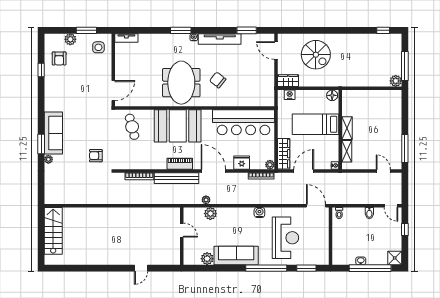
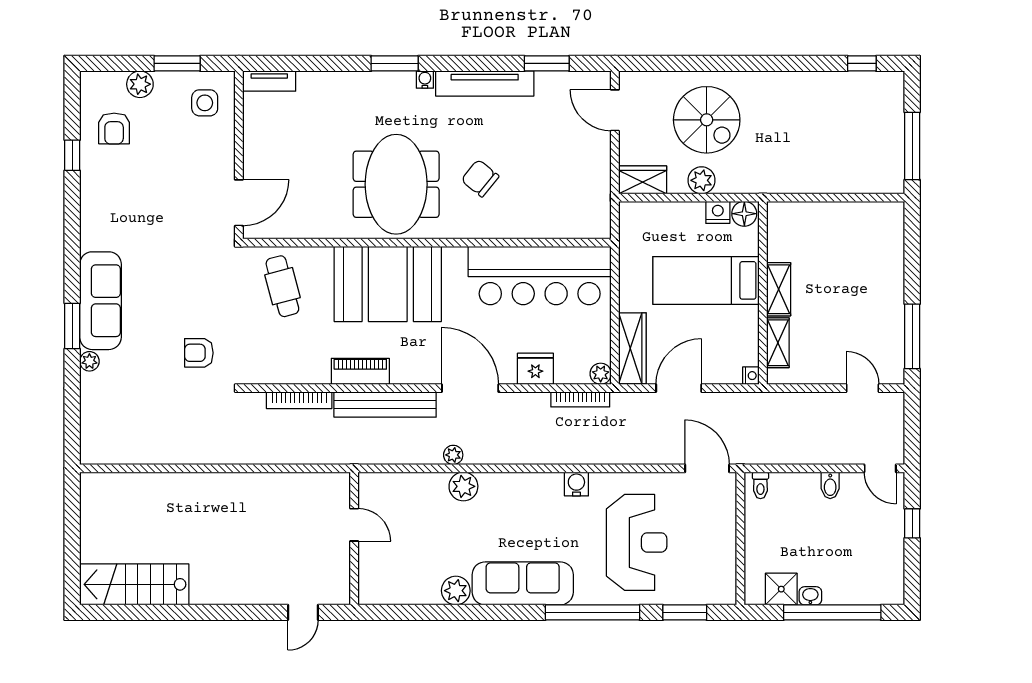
plant: (396, 81) -> (702, 180), moved
nightstand: (290, 95) -> (718, 212), moved
piano: (180, 164) -> (360, 371), moved
door: (182, 230) -> (354, 525), moved
stairs: (53, 231) -> (134, 584), moved, turned -90
wall: (182, 236) -> (354, 538), moved
shower: (395, 258) -> (781, 589), moved

